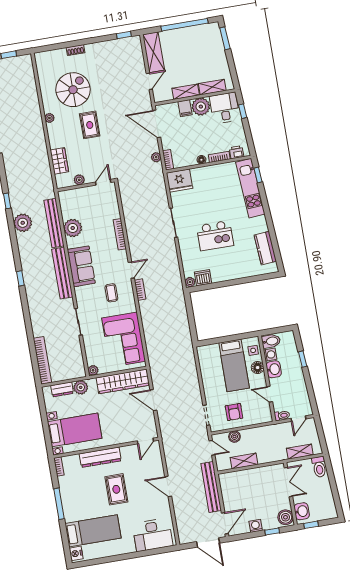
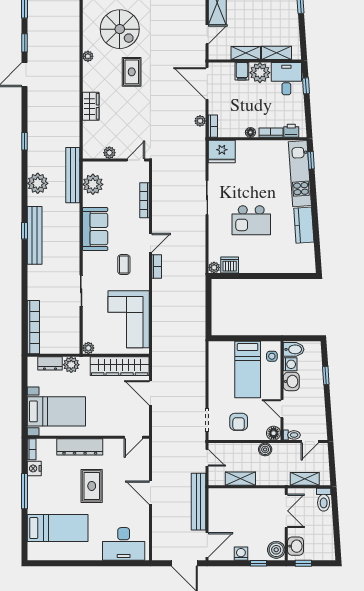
spiral stairs: (73, 90) -> (120, 29), turned 90
plant: (79, 180) -> (109, 153), moved
door: (103, 182) -> (136, 160), moved
wall: (86, 185) -> (116, 160), moved
plant: (23, 223) -> (38, 183), moved
kitchen counter: (265, 248) -> (304, 225), moved
bench: (62, 273) -> (35, 235), moved
floor lamp: (258, 368) -> (274, 433), moved
boiler: (234, 437) -> (265, 449), moved
nightstand: (76, 553) -> (34, 468), moved

